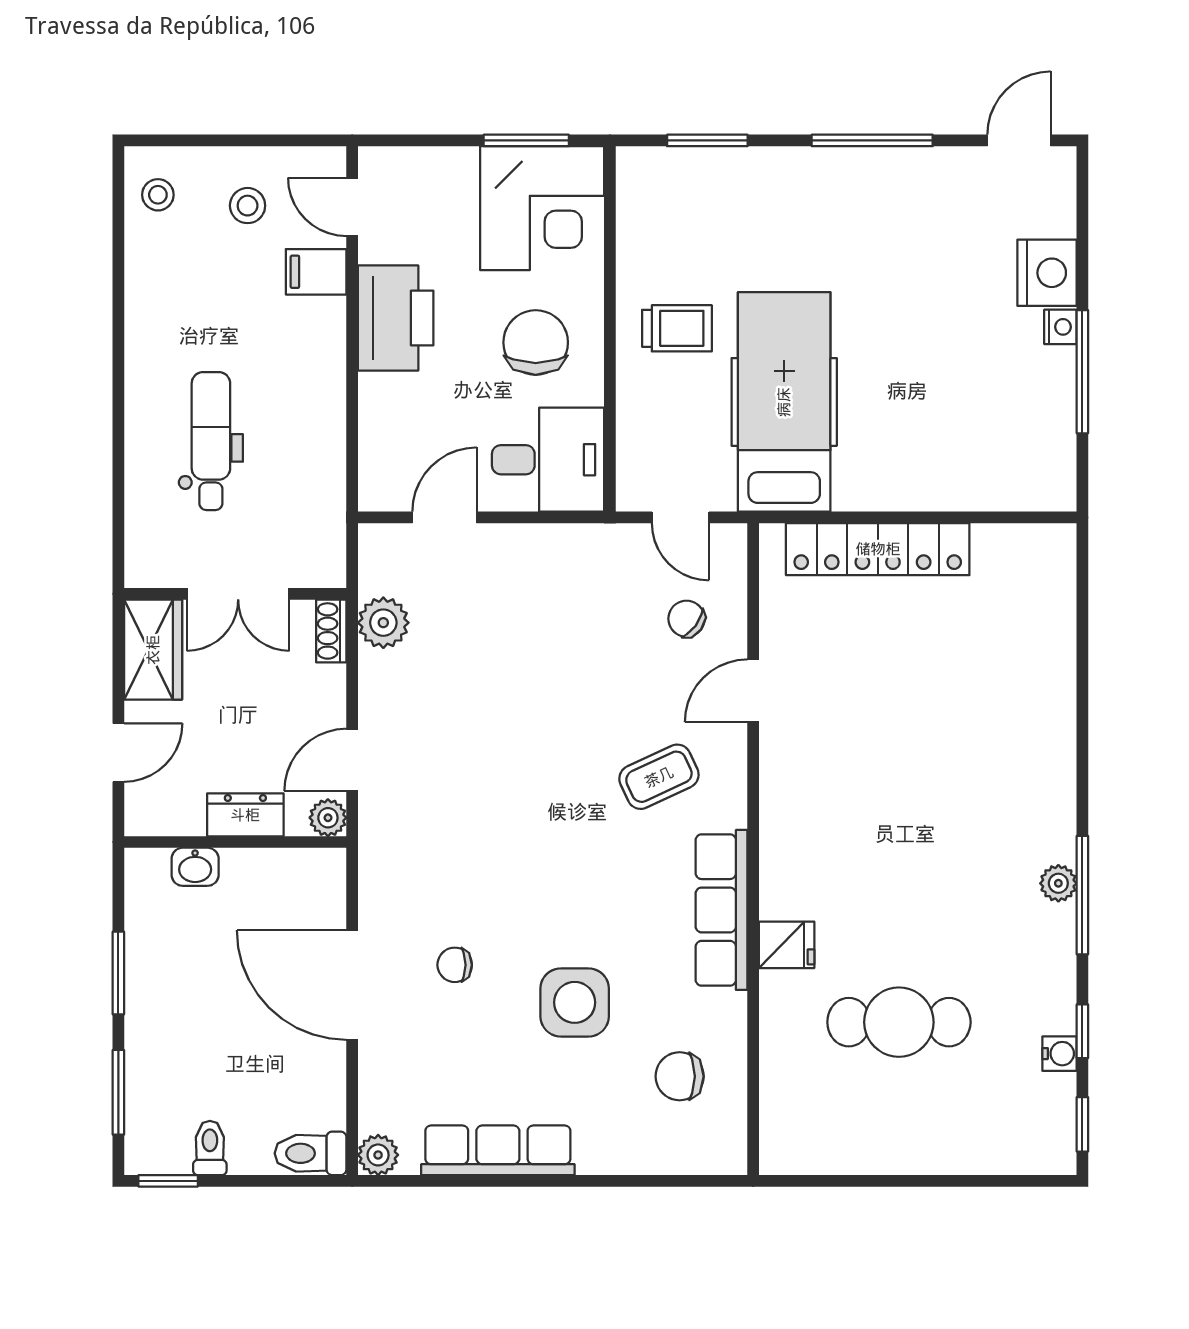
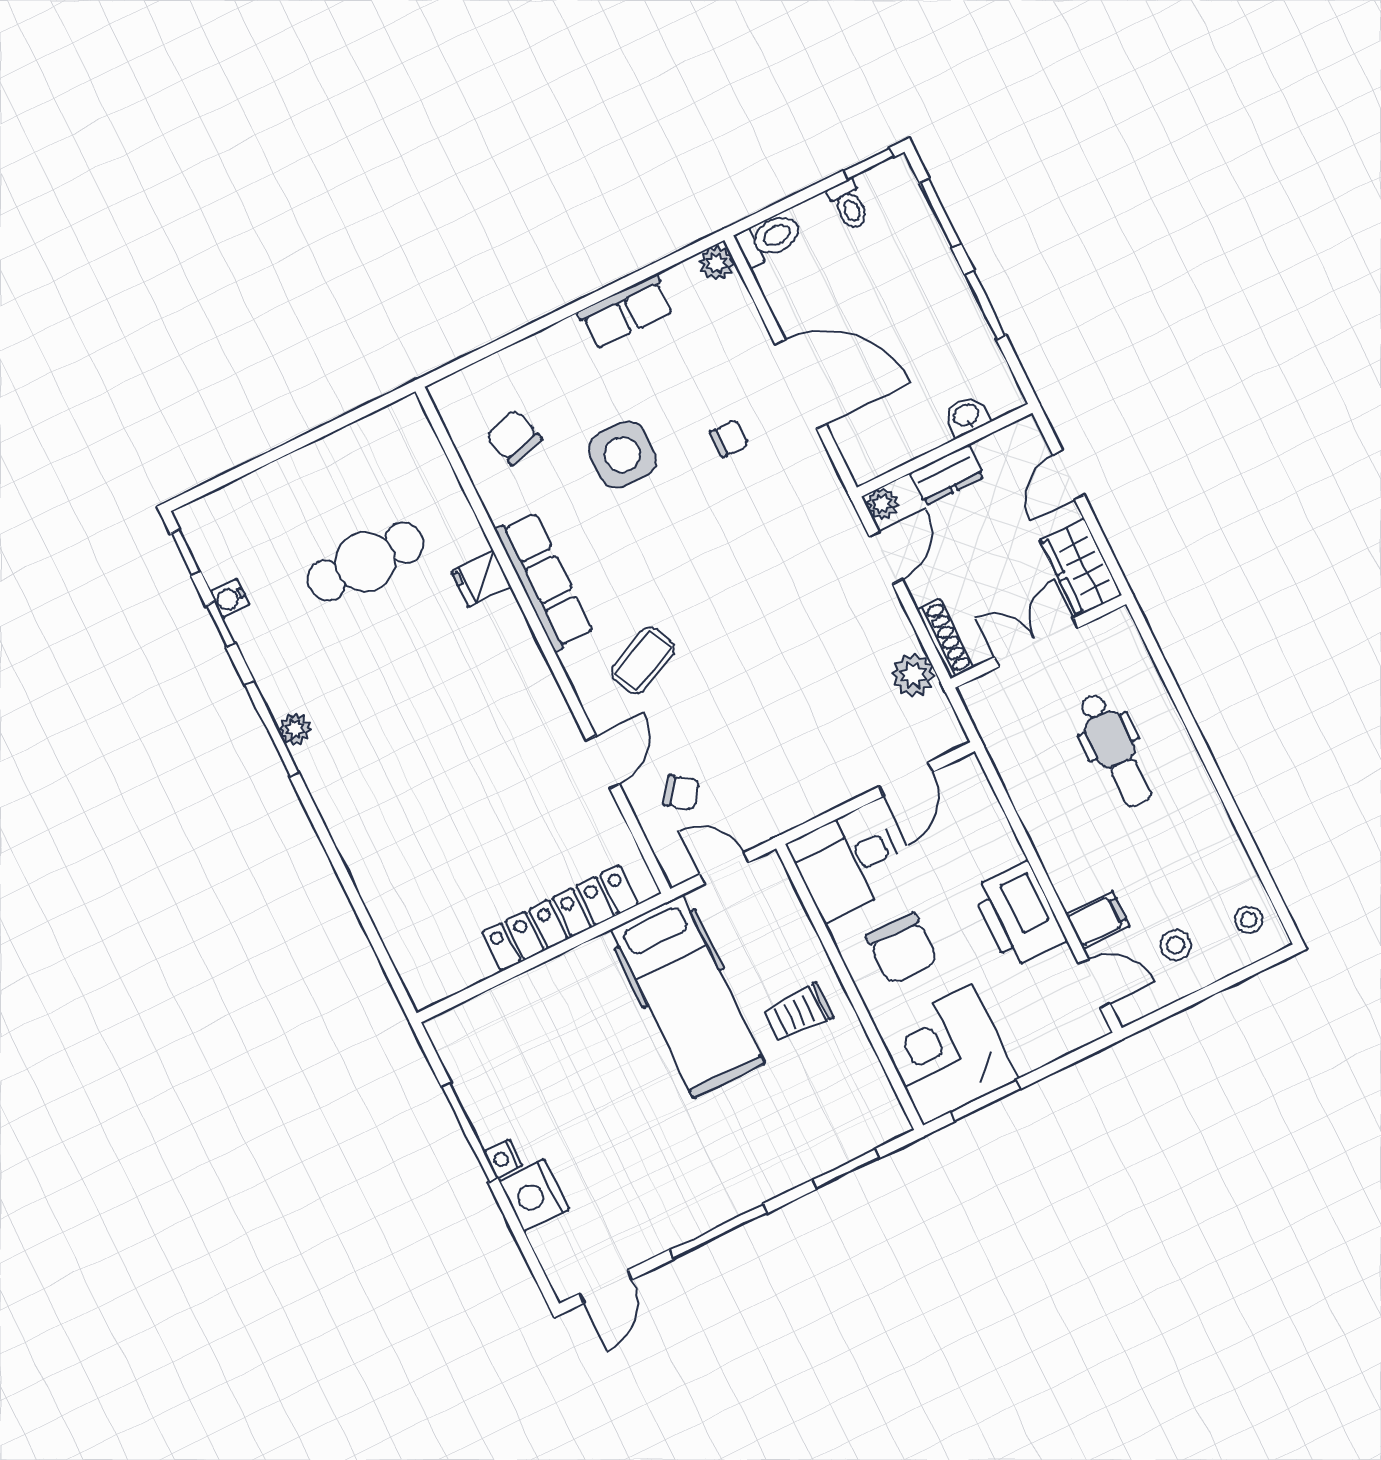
shoe rack: (331, 631) -> (945, 639), width x1.43
chair: (680, 1076) -> (514, 437), turned -106
row of seats: (498, 1150) -> (626, 312), width x0.68

